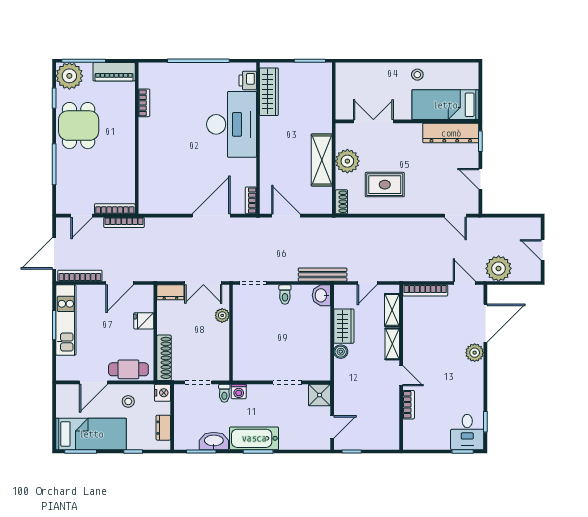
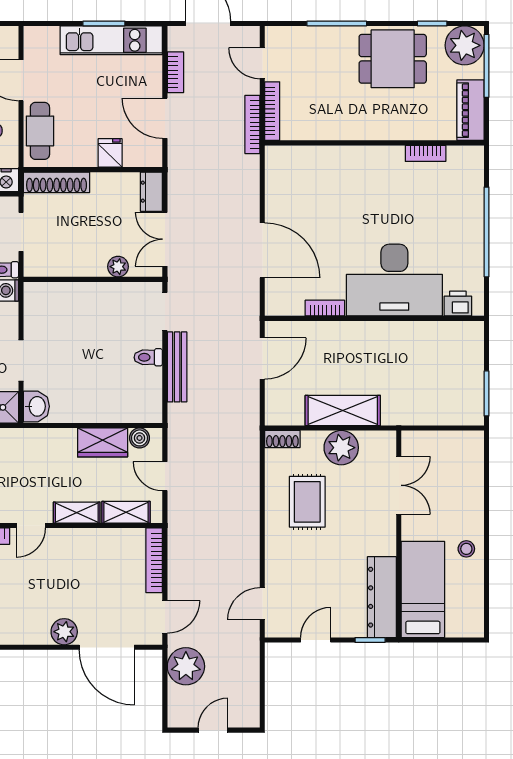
wardrobe: (269, 92) -> (442, 334), removed
bookcase: (251, 200) -> (325, 308), moved
bench: (323, 275) -> (177, 367), moved
bookcase: (80, 276) -> (175, 72), width x0.64
washbasin: (321, 295) -> (36, 406), moved, turned 90
boiler: (341, 352) -> (140, 438), moved

